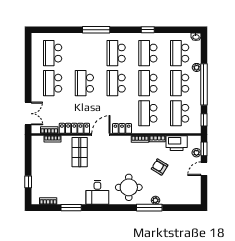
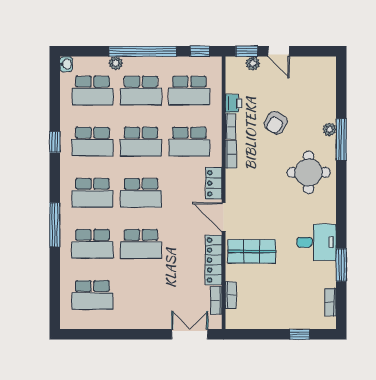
school desk: (53, 83) -> (92, 244), moved
printer: (177, 143) -> (233, 103), width x0.53, depth x0.68
desk: (97, 192) -> (317, 242), moved

